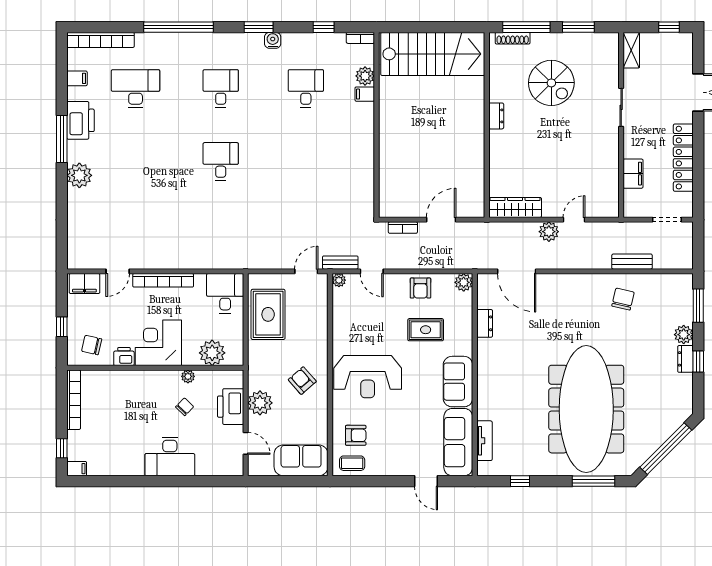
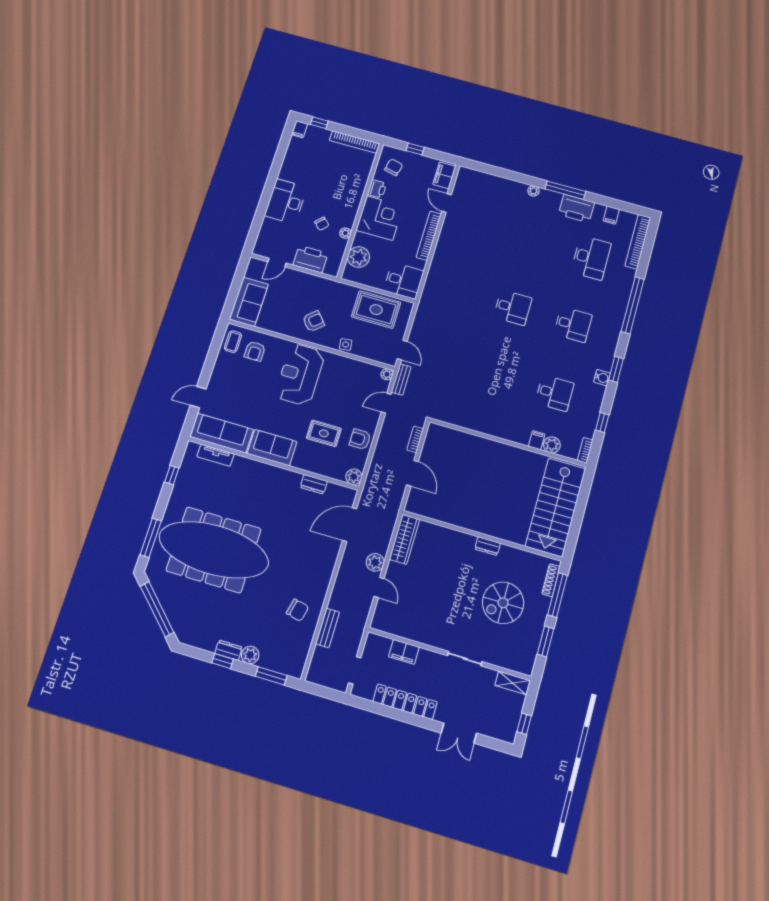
plant: (79, 175) -> (533, 191), width x0.53, depth x0.53
rug: (426, 330) -> (324, 433), turned 90
side table: (318, 336) -> (346, 345), added
plant: (260, 403) -> (306, 283), removed

